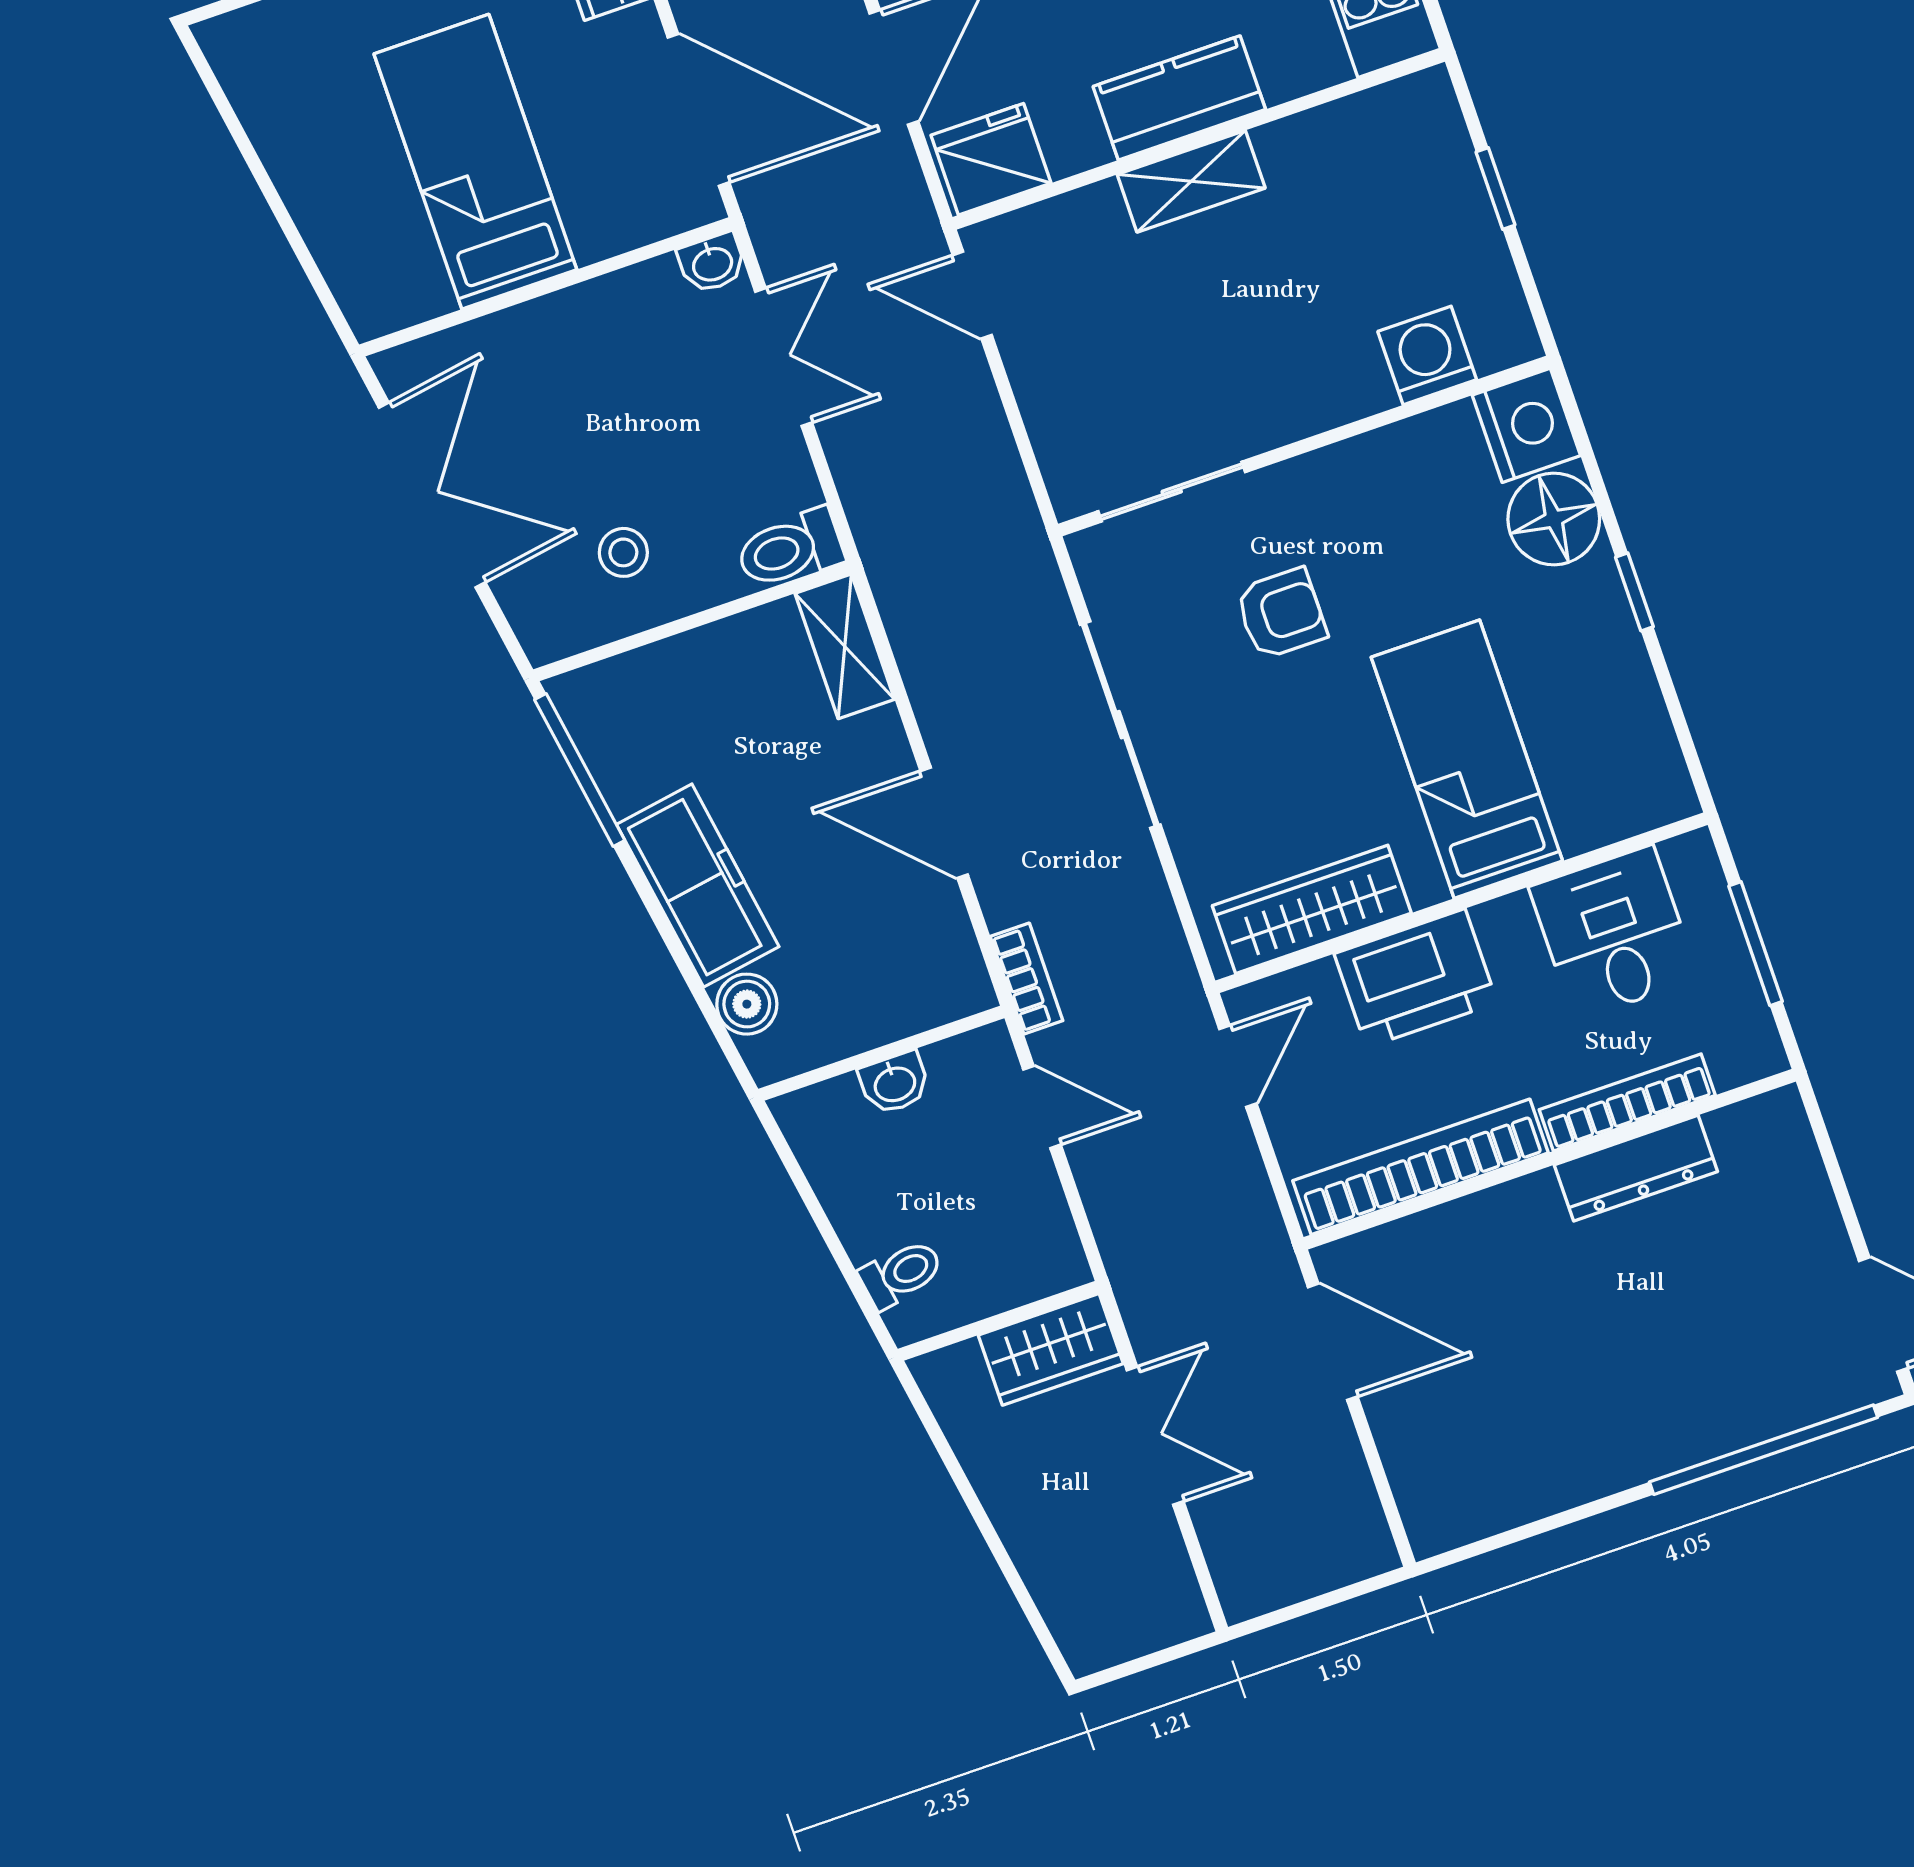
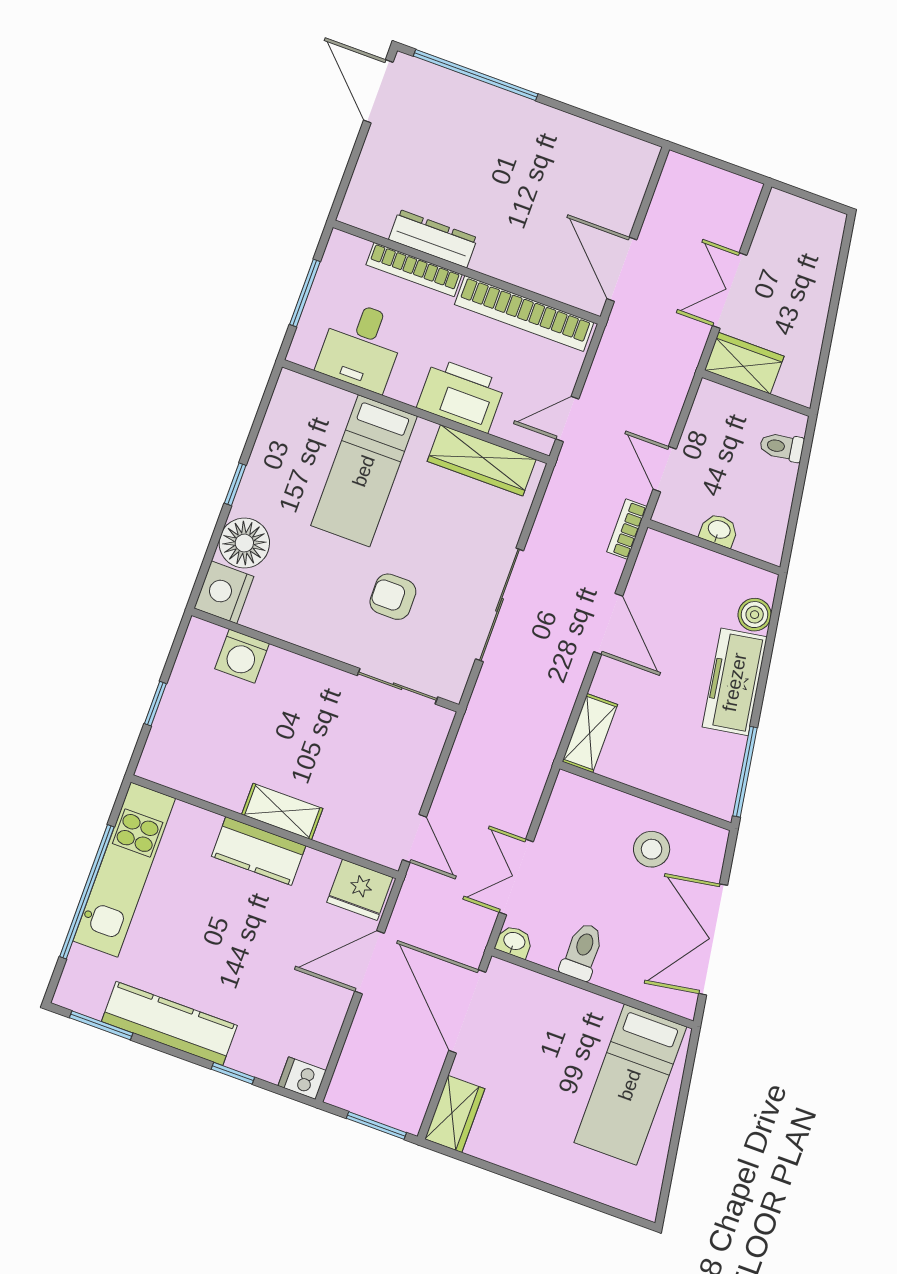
bed: (475, 162) -> (630, 1085), moved
toilet: (790, 549) -> (582, 952), moved, turned -90
stool: (623, 552) -> (652, 849), width x1.37, depth x1.37

